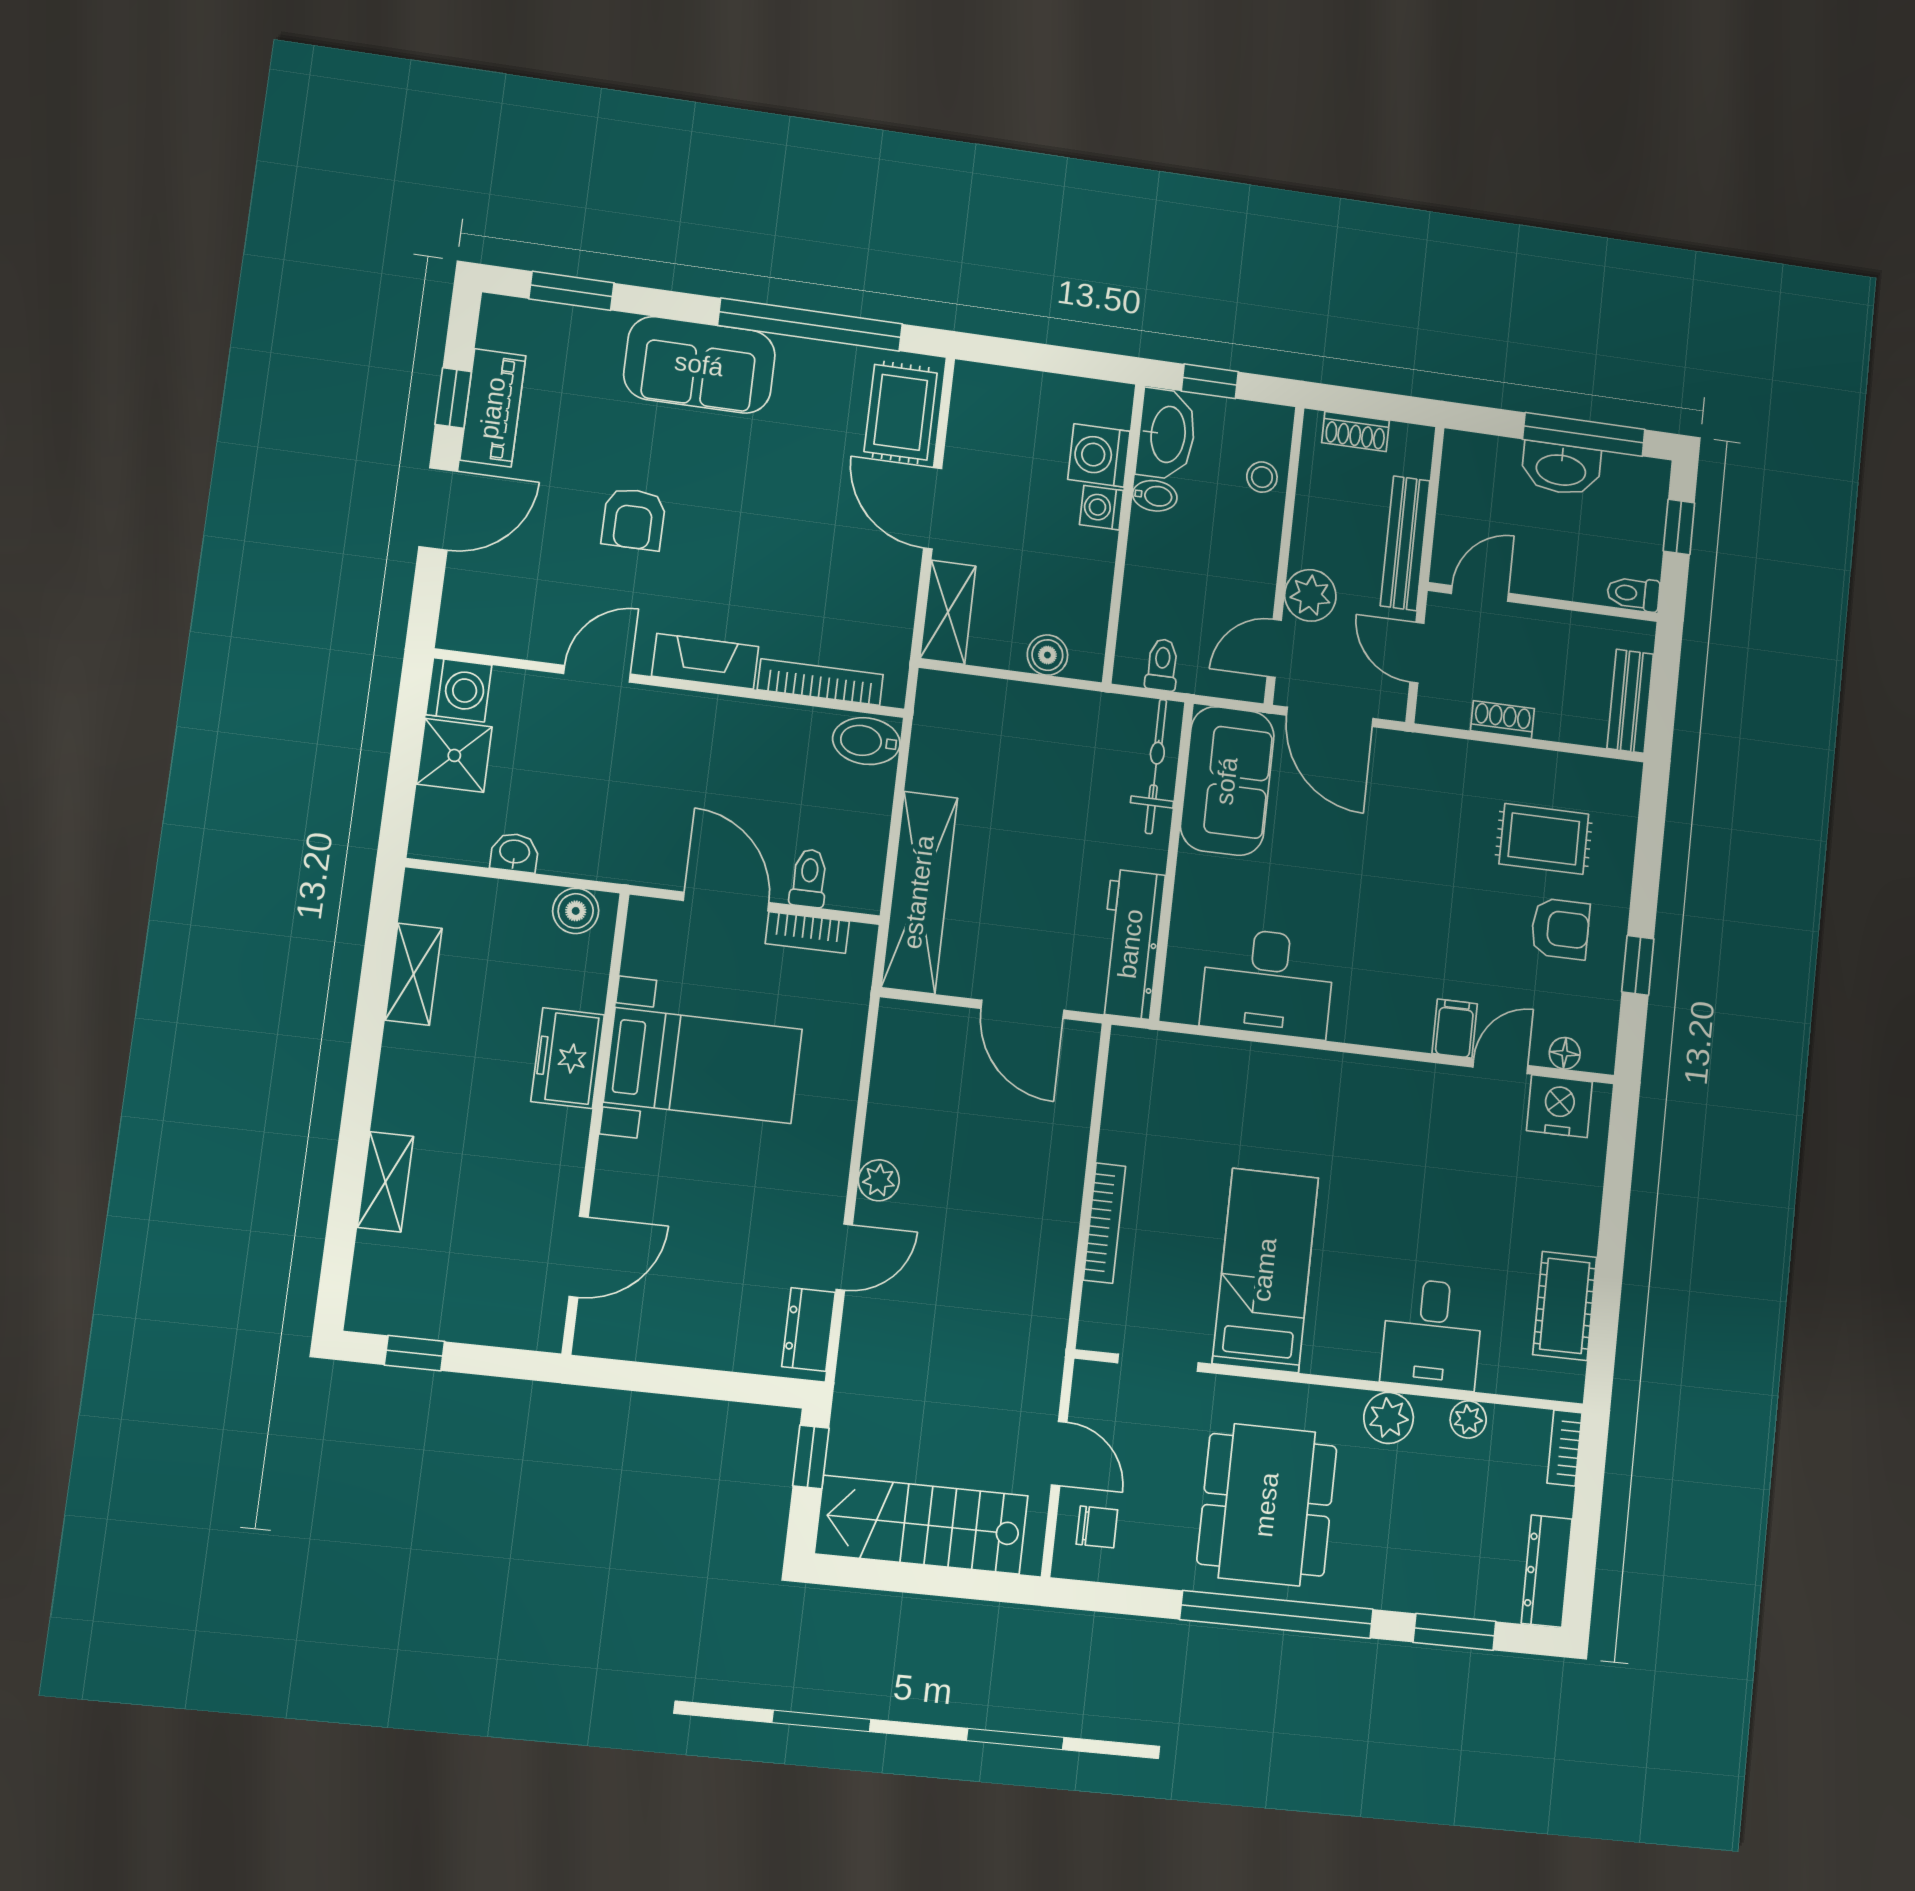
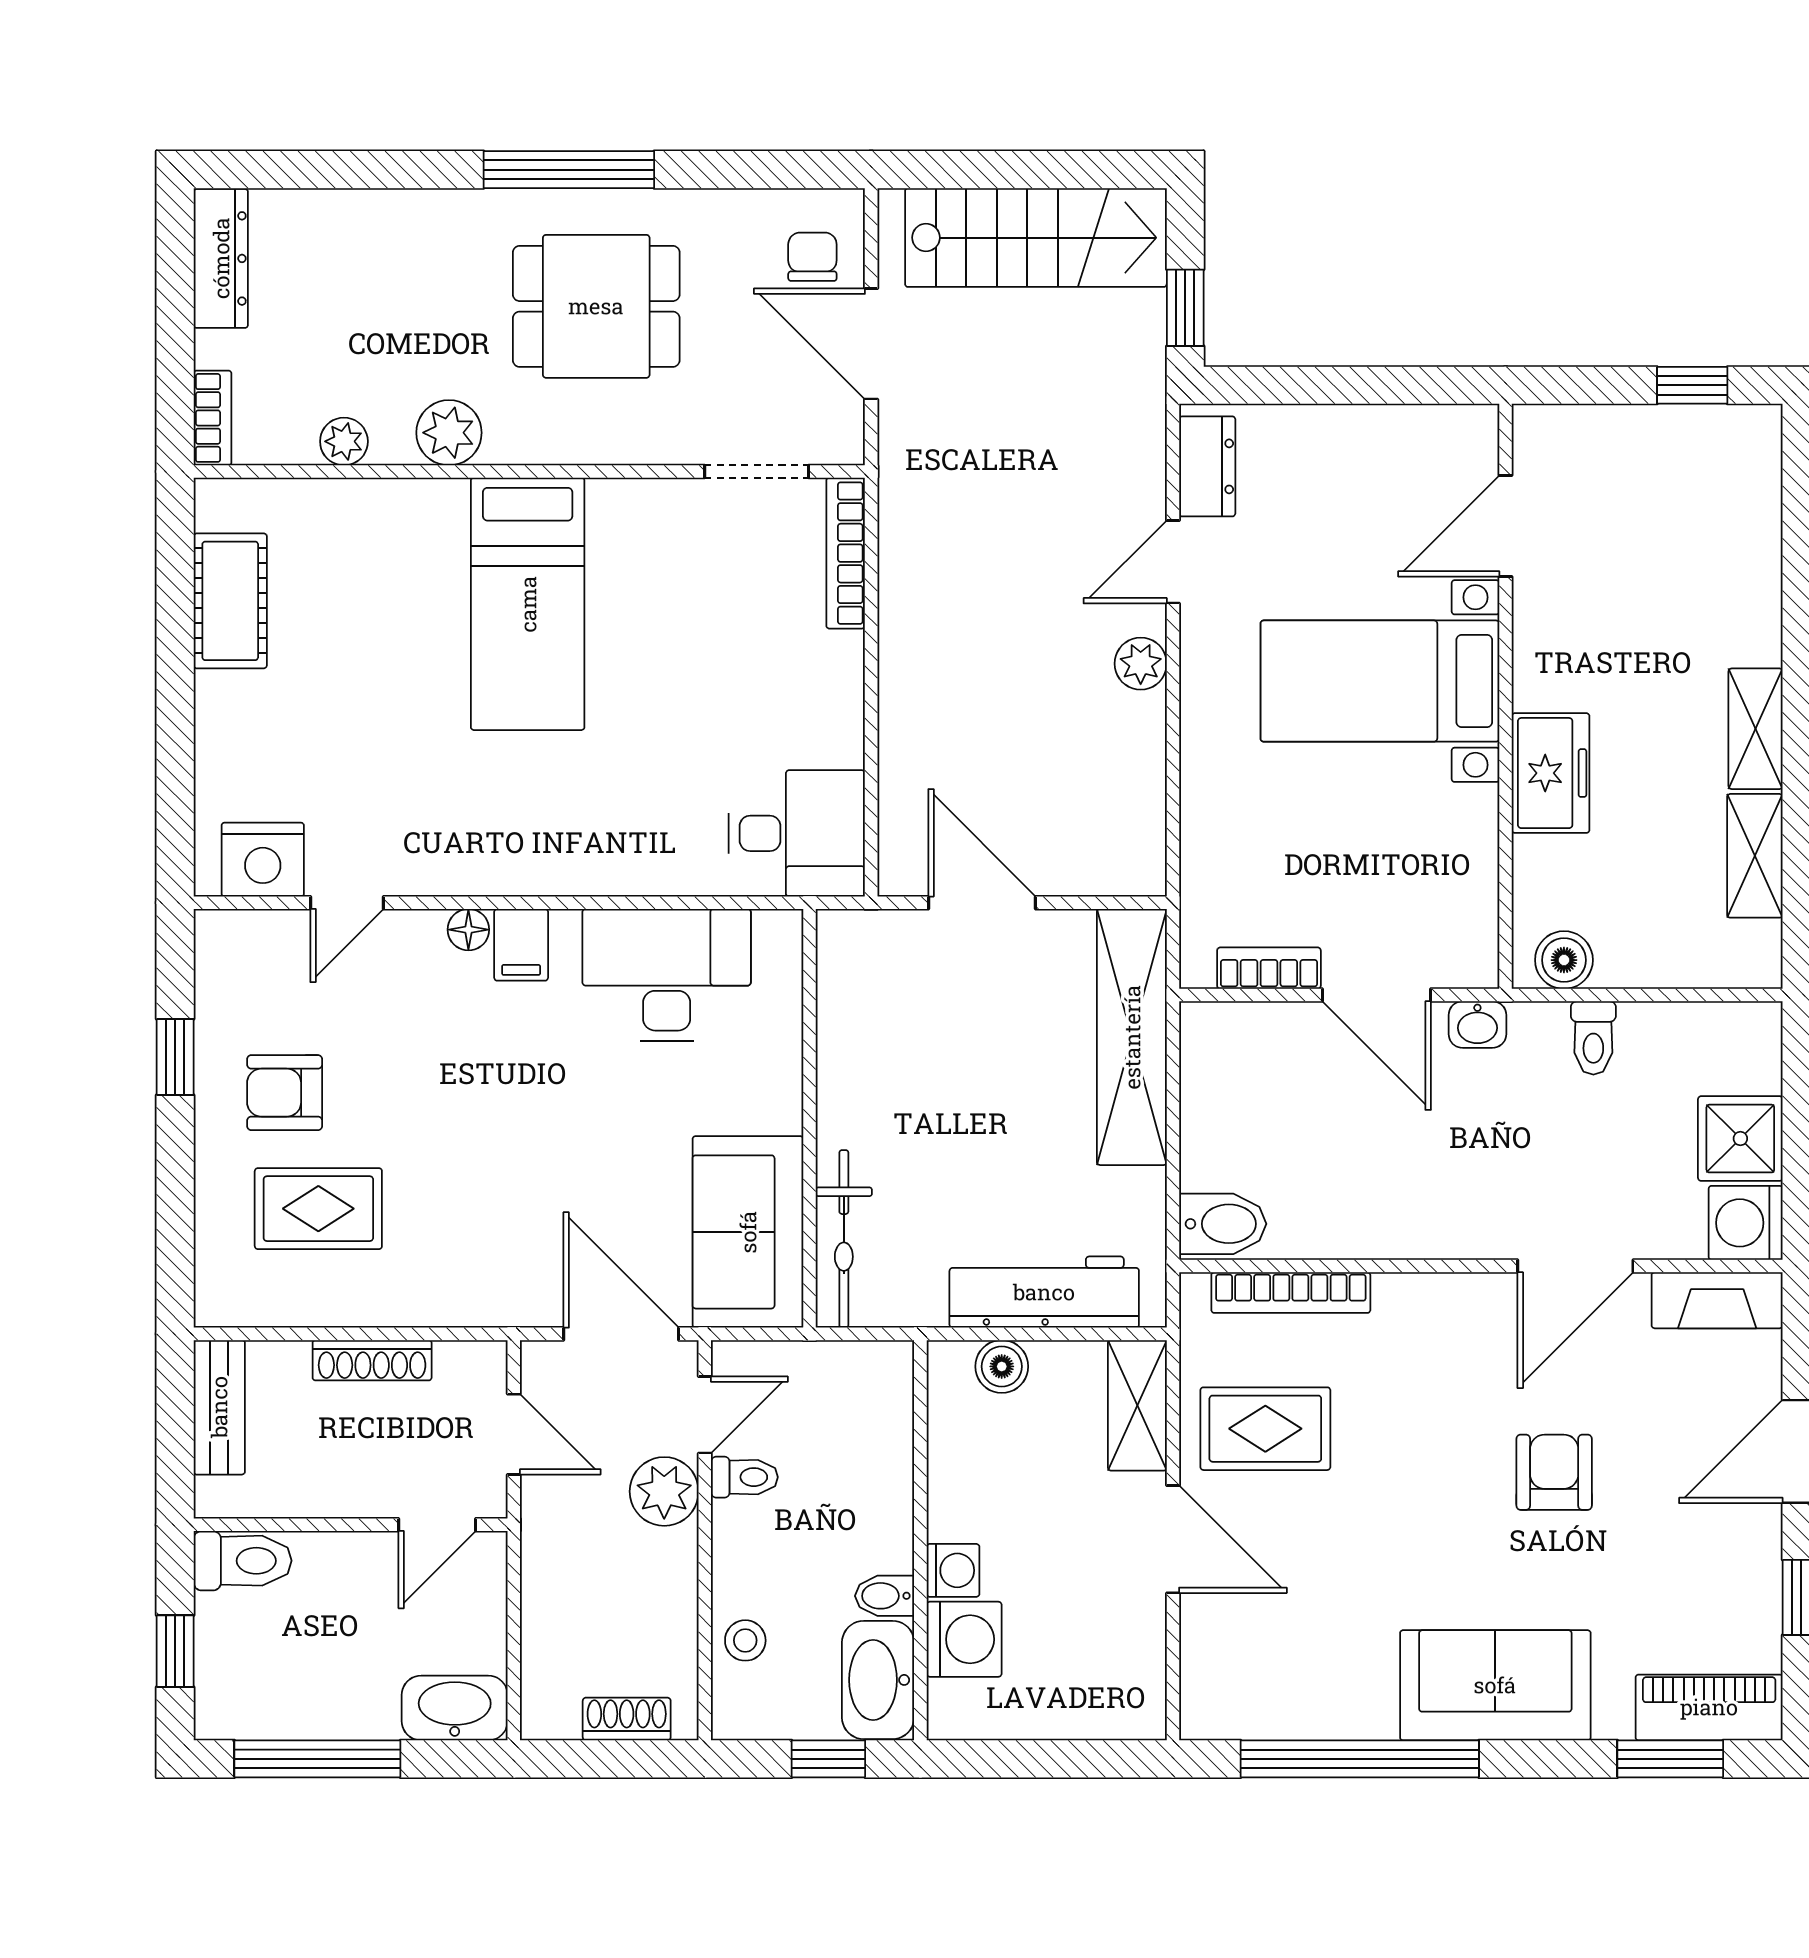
piano: (493, 408) -> (1709, 1707), moved, turned 90
rug: (901, 412) -> (1265, 1429), moved, turned 90
washbasin: (1561, 469) -> (455, 1708), moved
bench: (1405, 543) -> (545, 1578), removed
toilet: (1633, 594) -> (243, 1561), width x1.37, depth x1.39
fireplace: (705, 661) -> (1717, 1300), moved
toilet: (1162, 665) -> (744, 1477), moved, turned -90
door: (597, 674) -> (1575, 1266), width x1.38
shoe rack: (1502, 720) -> (372, 1360), width x1.43
washbasin: (515, 853) -> (1477, 1025), moved
toilet: (809, 878) -> (1593, 1038), moved
workbench: (1131, 944) -> (1044, 1292), moved, turned -90
filing cabinet: (1455, 1029) -> (521, 945), moved
floor lamp: (1565, 1053) -> (468, 930), moved
bed with nightstands: (703, 1066) -> (1380, 681), moved
shelving: (385, 1182) -> (1756, 729), moved
bookcase: (1104, 1223) -> (846, 553), moved
bed: (1265, 1270) -> (528, 604), moved
desk: (1432, 1334) -> (797, 833), moved, turned 90
door: (1059, 1454) -> (871, 344), width x1.38
dining table: (1267, 1505) -> (596, 306), width x0.73
chair: (1097, 1527) -> (812, 257), turned 90
window: (1277, 1614) -> (569, 170), width x0.68
window: (1455, 1632) -> (335, 170), removed

